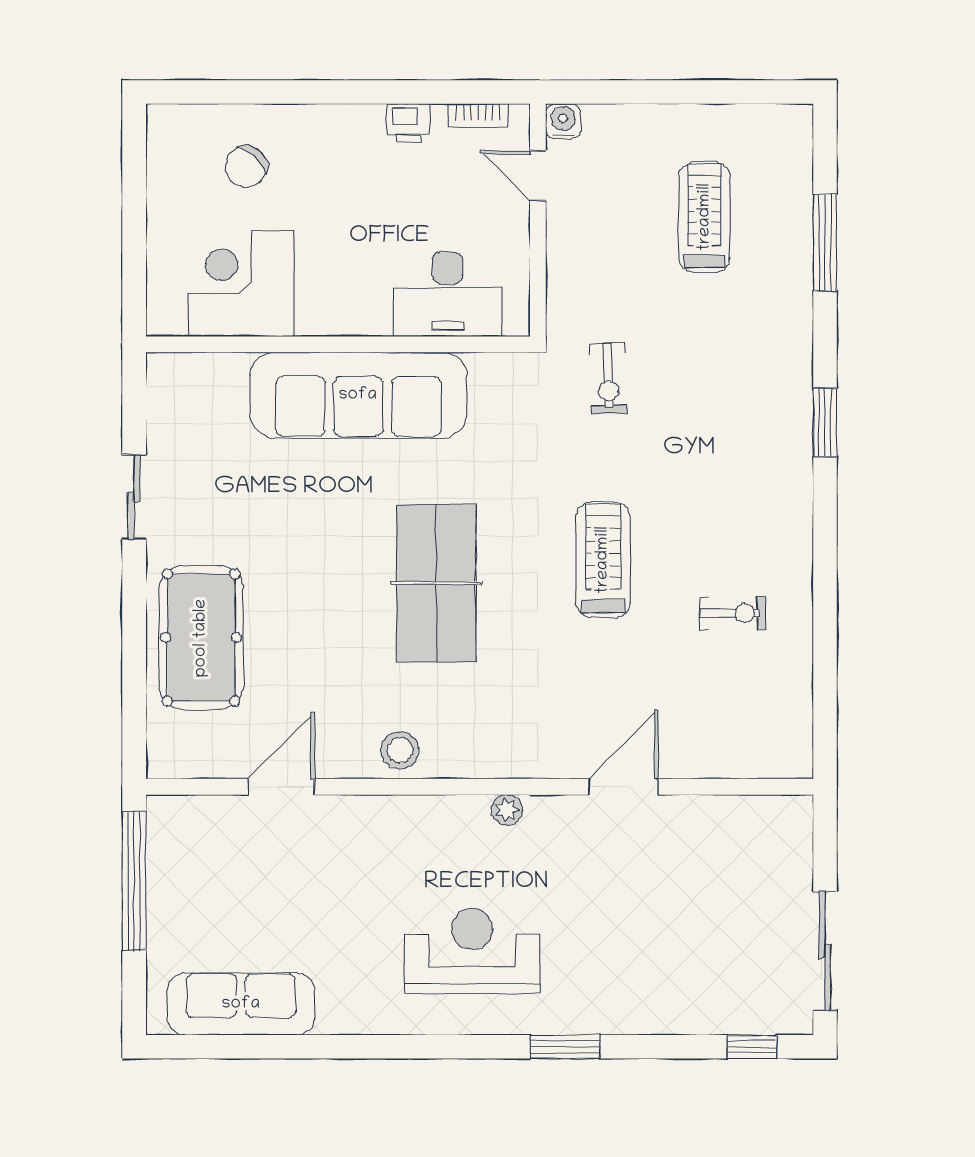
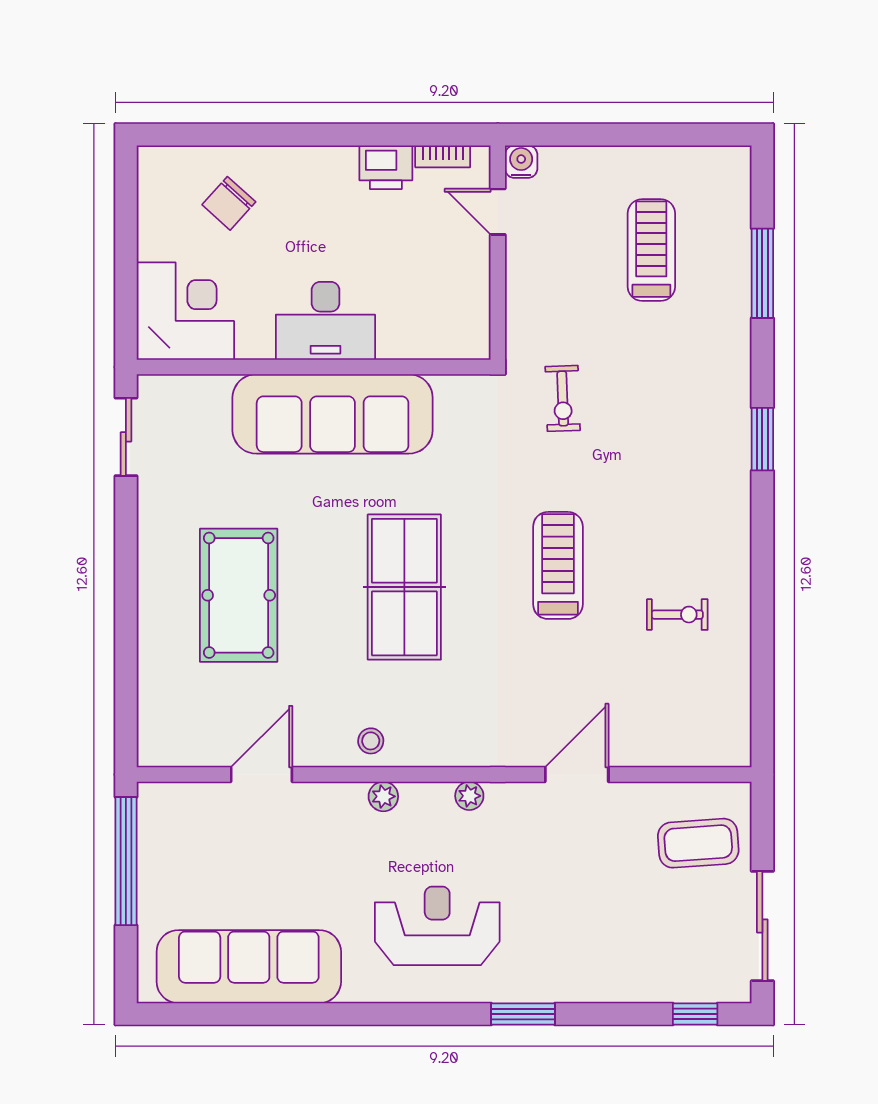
printer: (409, 123) -> (386, 167), width x1.36, depth x1.24
corner desk: (241, 284) -> (185, 311), moved, turned 90
desk: (447, 294) -> (325, 321), moved
sliding door: (134, 497) -> (126, 437), moved
pool table: (201, 638) -> (239, 595), moved
stool: (400, 750) -> (371, 741), width x0.73, depth x0.73
plant: (414, 811) -> (383, 796), added
coffee table: (755, 861) -> (698, 843), added
sofa: (241, 1004) -> (249, 967), width x1.36, depth x1.27

